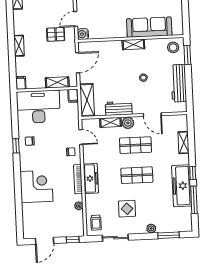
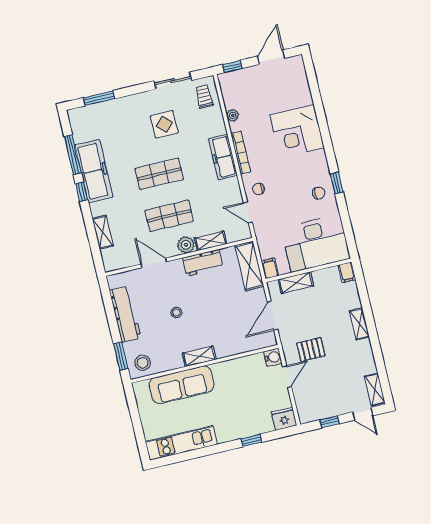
plant: (151, 229) -> (125, 103), removed

